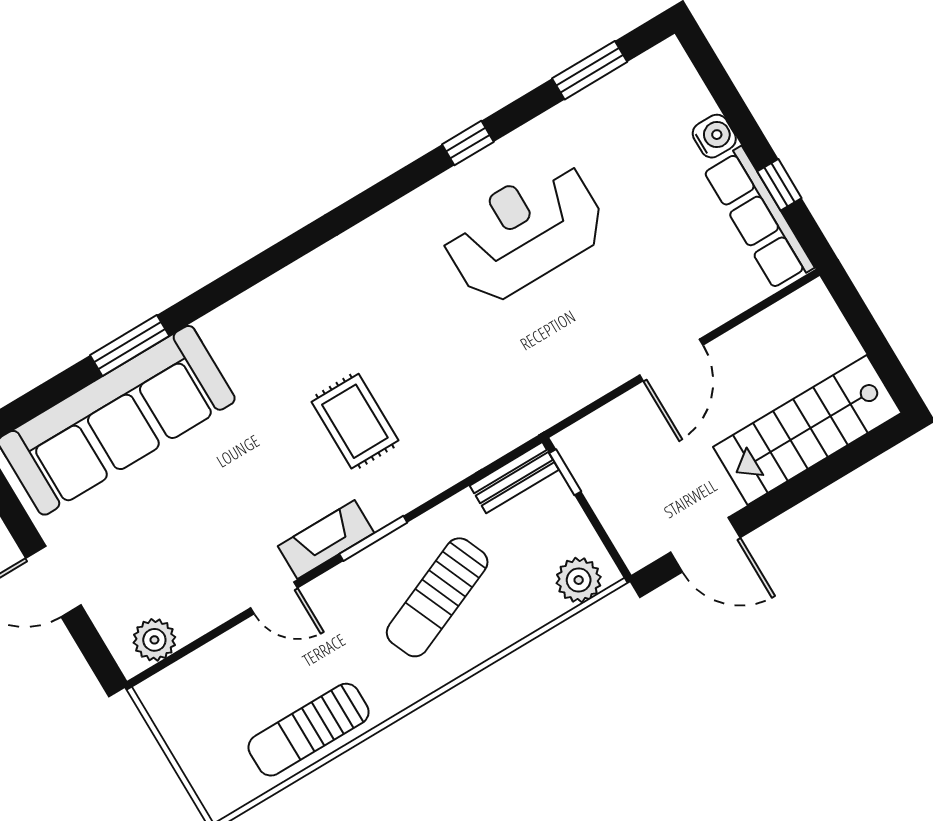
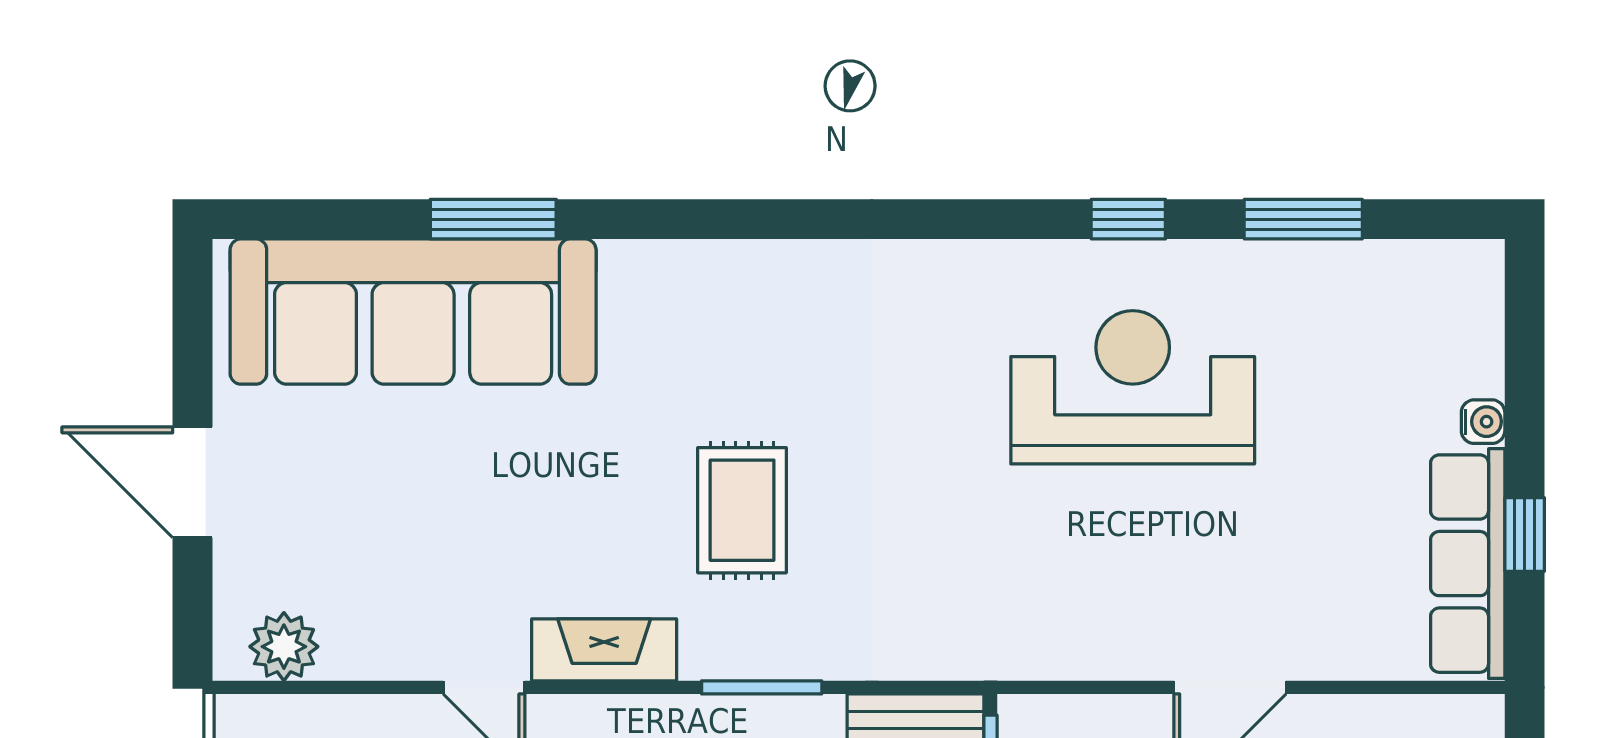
window: (590, 70) -> (1303, 219), moved
water cooler: (714, 136) -> (1483, 422), width x0.72, depth x0.72
window: (373, 538) -> (762, 687), moved

